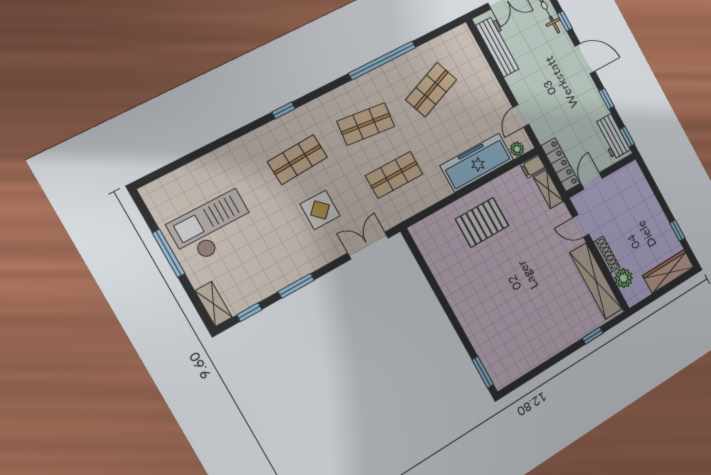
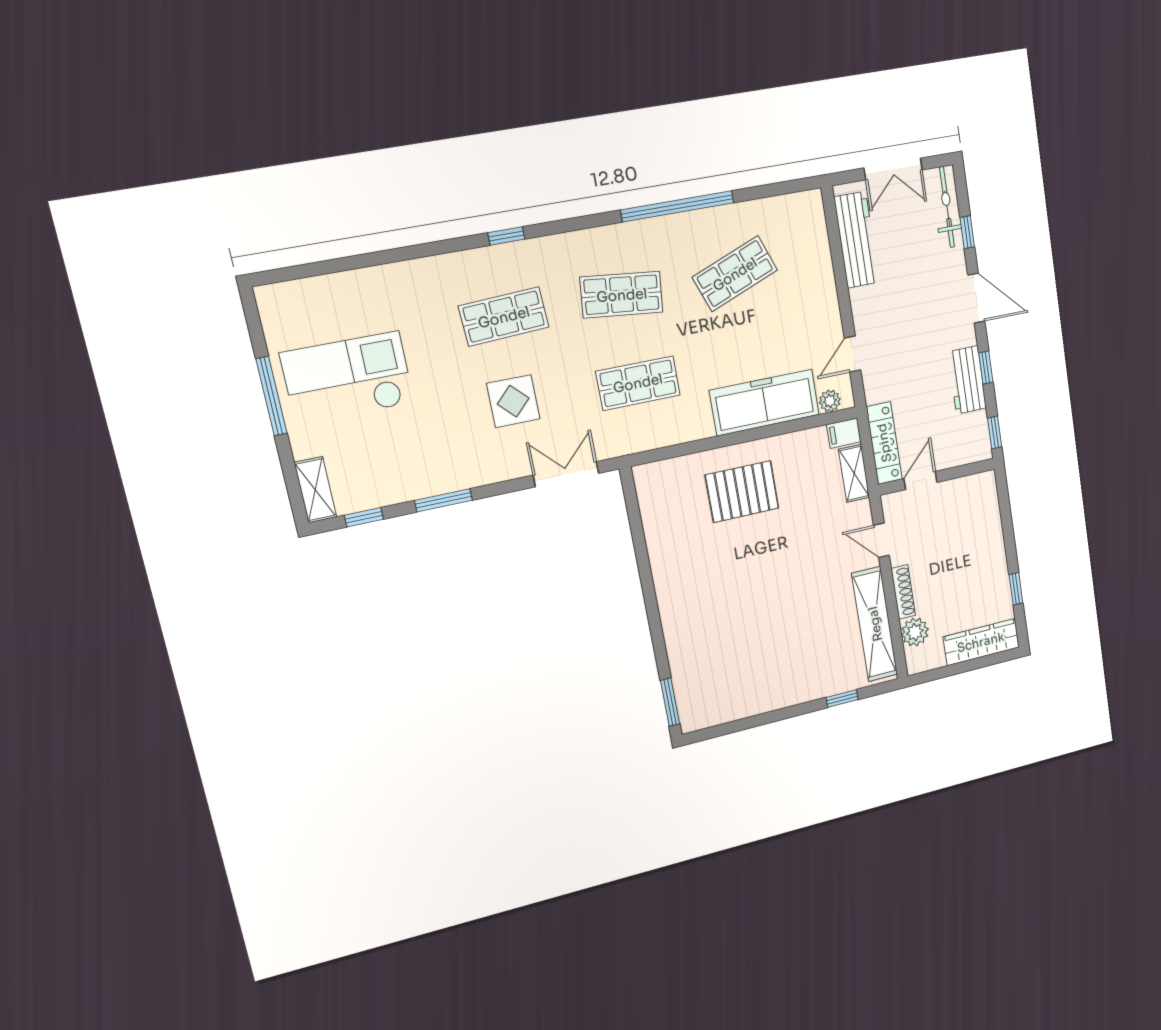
workbench: (612, 137) -> (967, 380), moved

